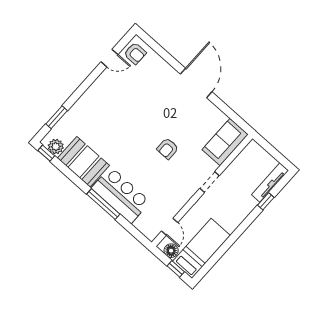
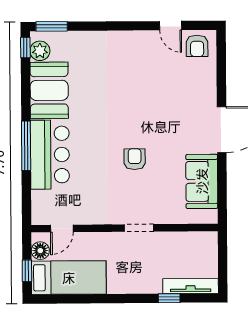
window: (57, 117) -> (52, 26), moved
sofa: (225, 142) -> (202, 181), moved, turned -90
armchair: (168, 149) -> (135, 159), turned 90

